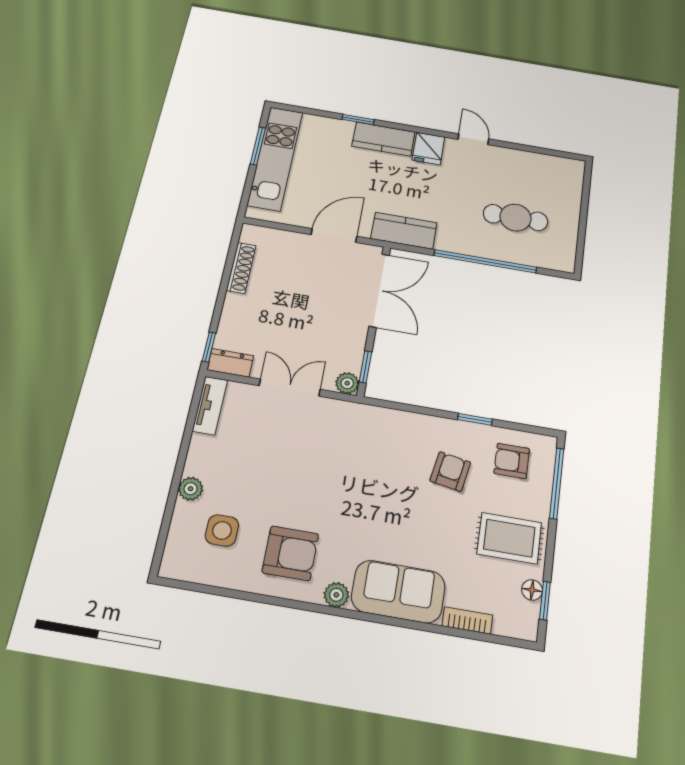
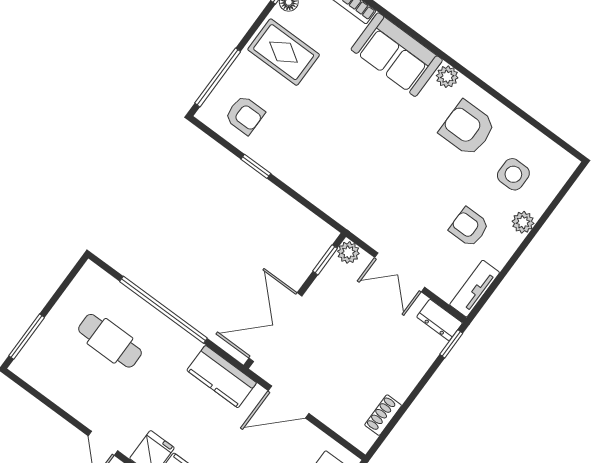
window: (586, 191) -> (27, 337), added
shoe rack: (241, 268) -> (383, 415), width x0.70
armchair: (450, 472) -> (469, 227), moved, turned 80

